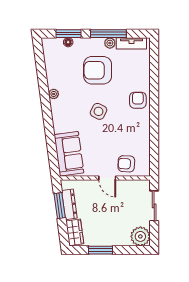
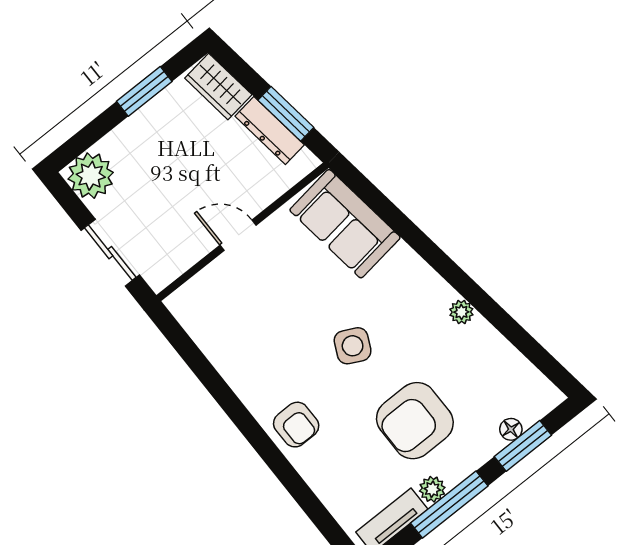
armchair: (98, 70) -> (415, 421), turned 180
armchair: (126, 164) -> (224, 290), removed

